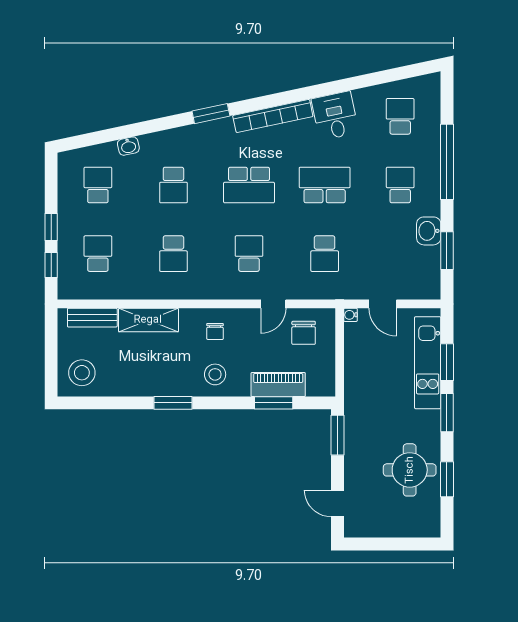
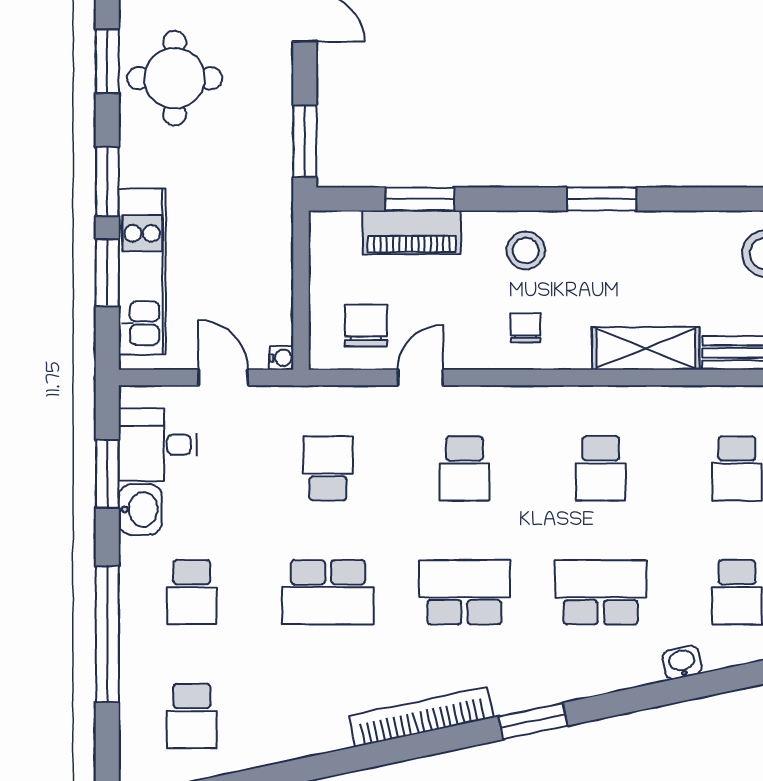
desk: (335, 116) -> (158, 445), moved, turned 102
school desk: (173, 185) -> (601, 592), width x1.85
school desk: (173, 254) -> (601, 468), turned 180

